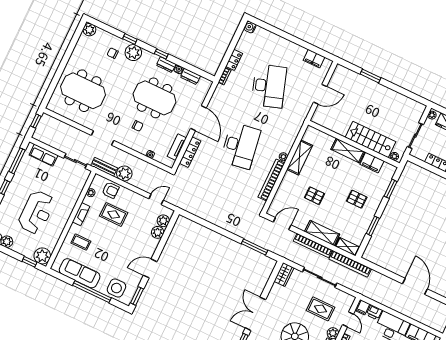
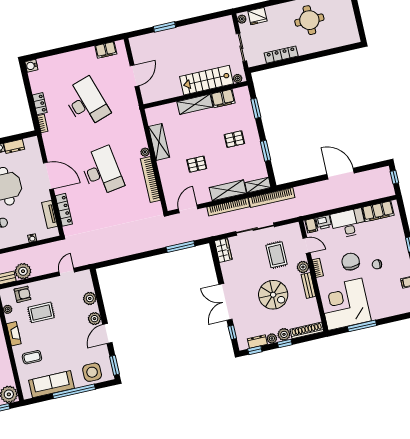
plant: (163, 221) -> (94, 319), moved
rug: (321, 309) -> (277, 255), turned 90

